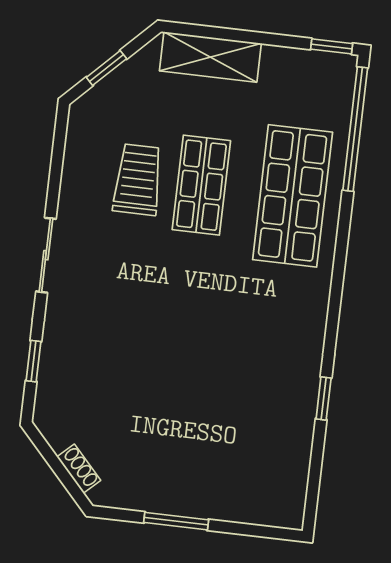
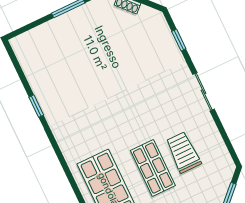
trolley: (138, 180) -> (183, 152), turned 180

